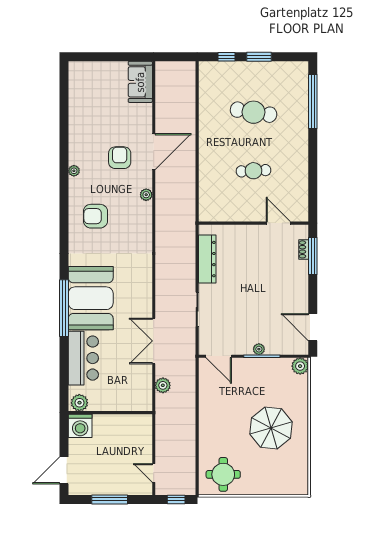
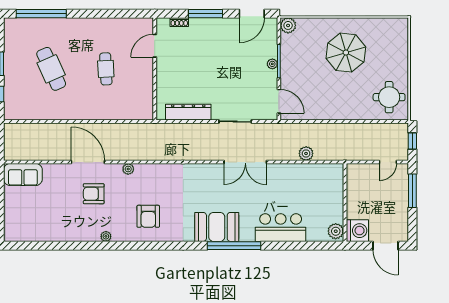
cafe table: (254, 112) -> (51, 69), turned -33
window: (313, 256) -> (206, 14), moved
booth: (91, 298) -> (217, 227), width x0.73, depth x0.70
double door: (154, 341) -> (245, 162), moved
door: (219, 356) -> (279, 101), hinge flipped
plant: (79, 403) -> (336, 231), moved
wall: (110, 413) -> (345, 202), moved
washing machine: (80, 426) -> (357, 231), moved
window: (110, 499) -> (412, 191), moved

